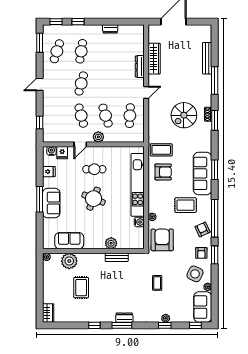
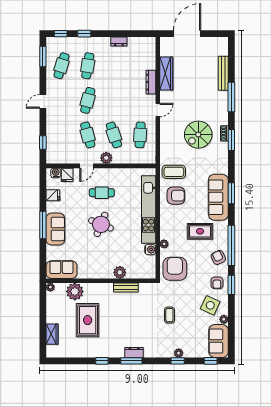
sofa: (69, 241) -> (62, 270), moved
rug: (81, 288) -> (88, 320), width x1.36, depth x1.43
wardrobe: (48, 313) -> (52, 334), moved

